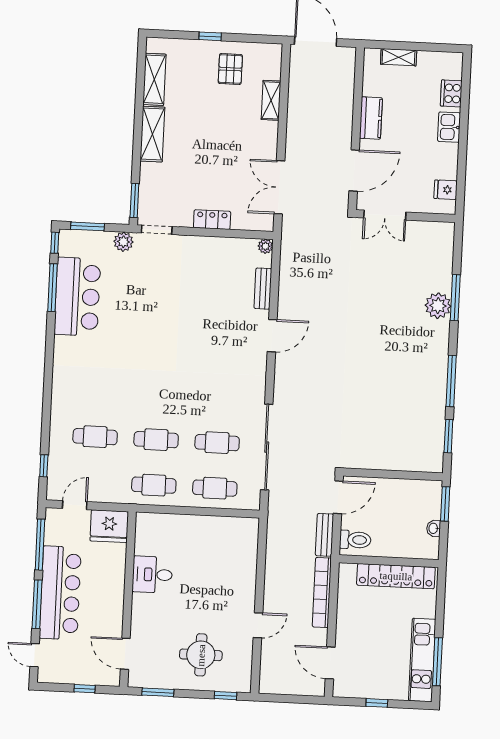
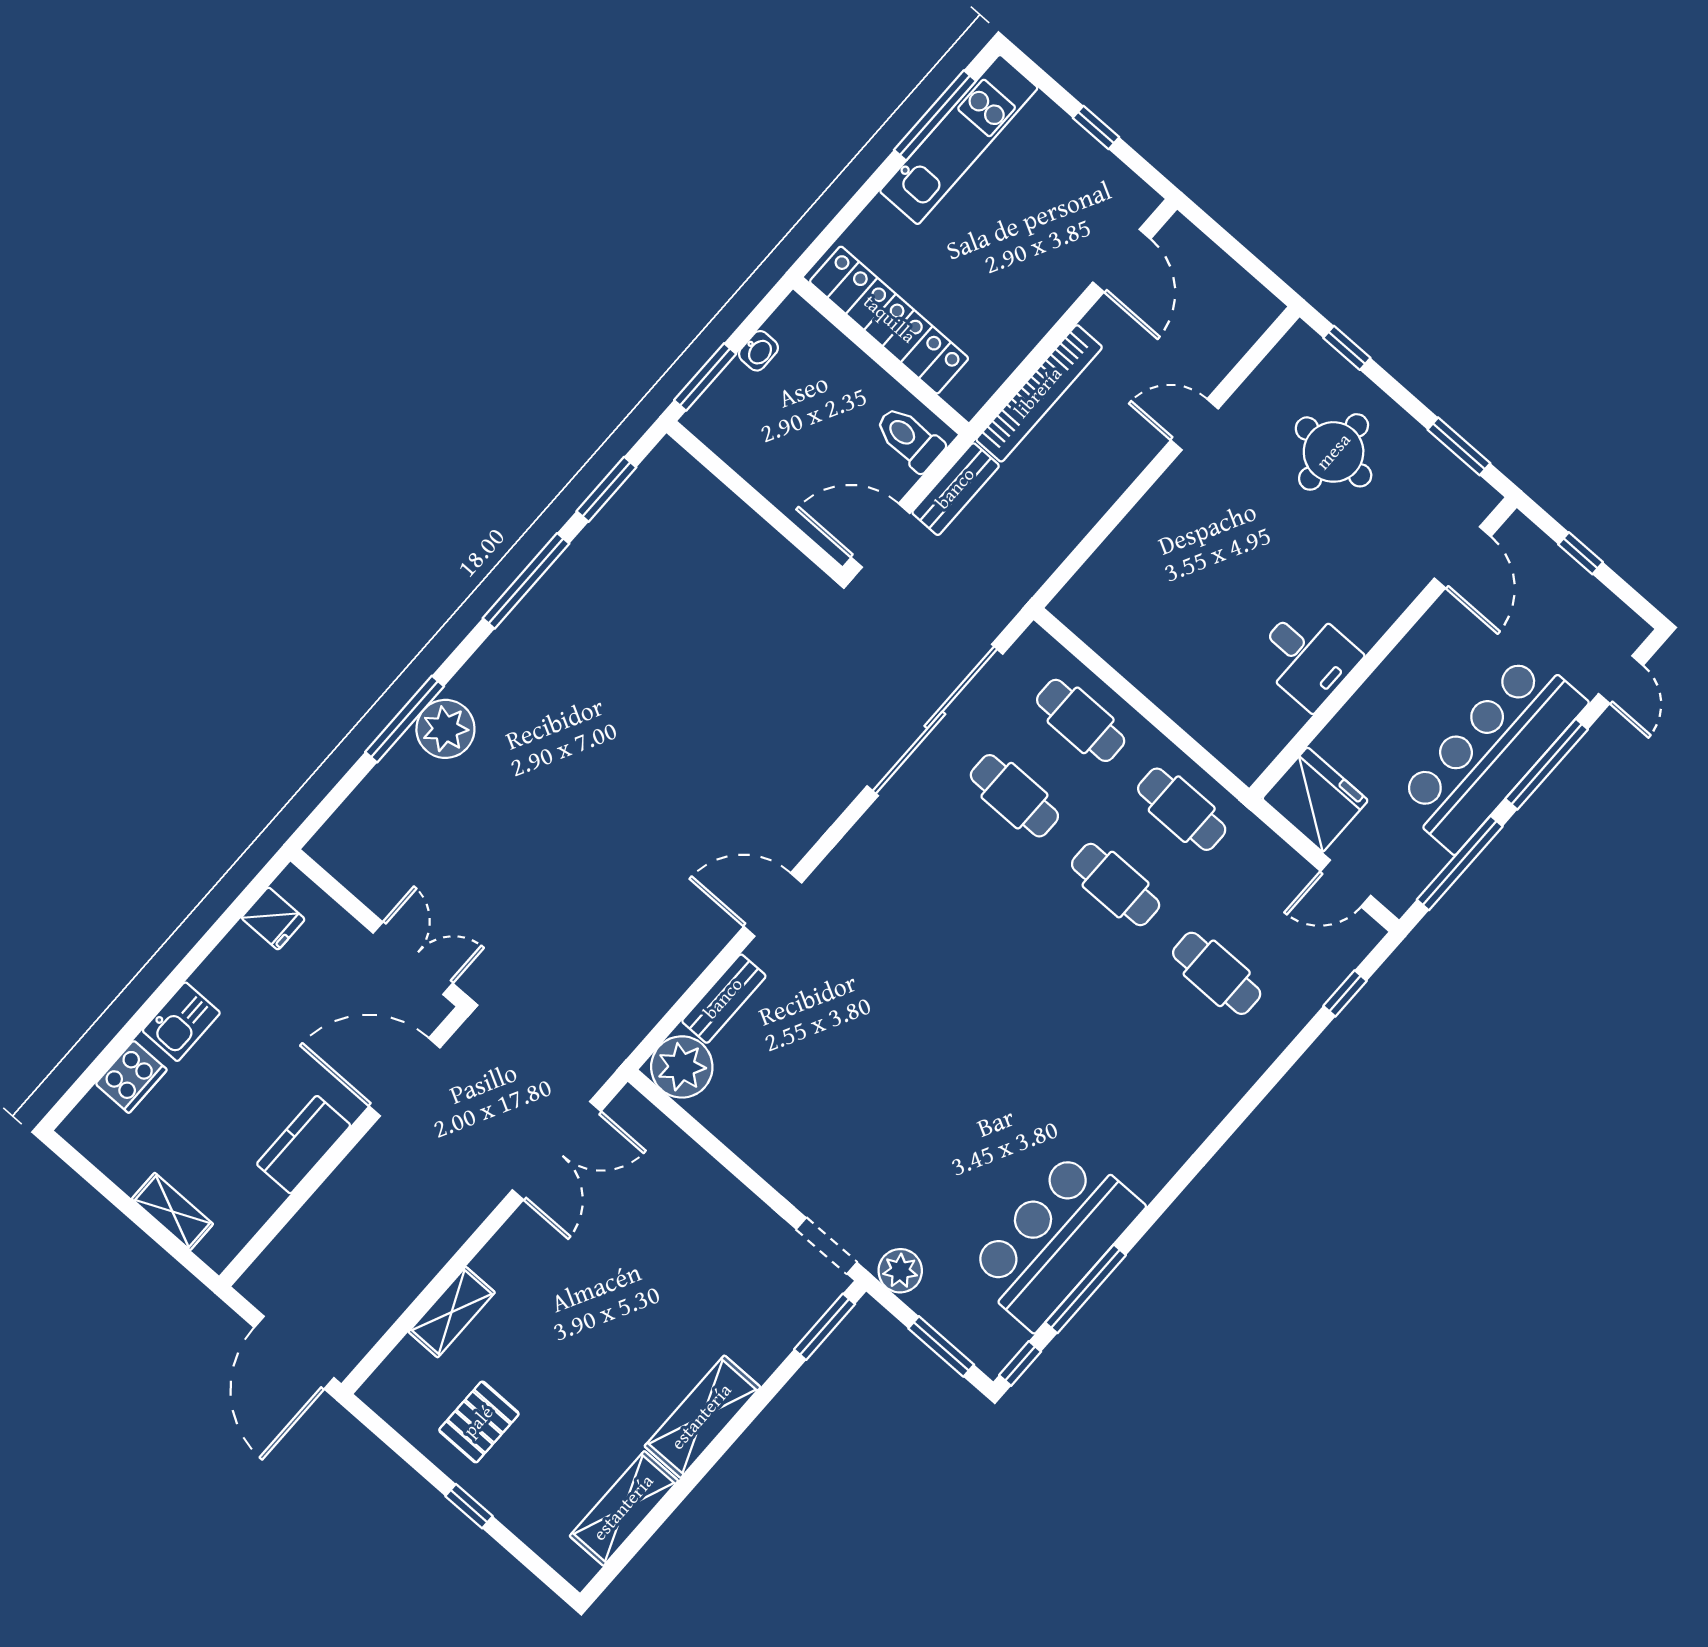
locker: (212, 220) -> (717, 1187), removed
plant: (265, 246) -> (682, 1067), width x1.87, depth x1.87

